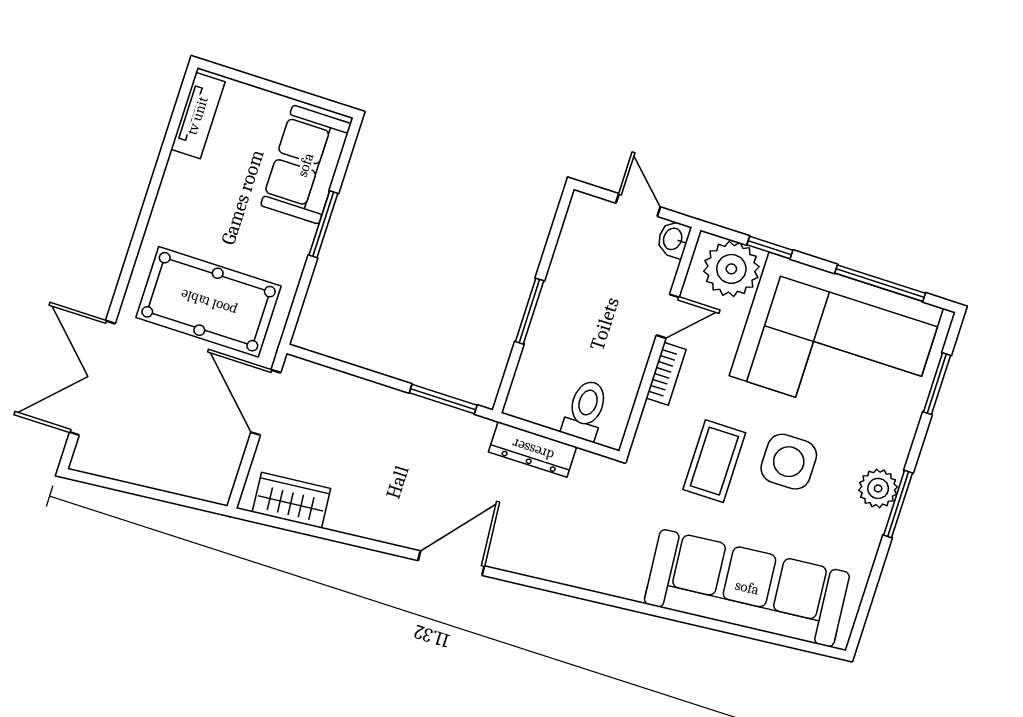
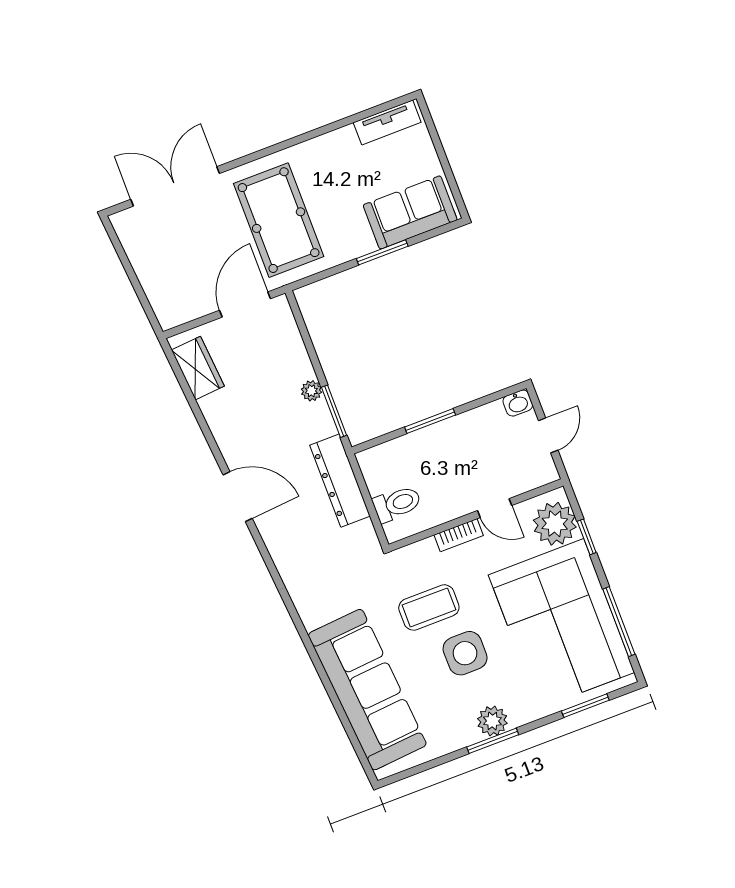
washbasin: (673, 239) -> (518, 403), moved, turned 180
plant: (405, 405) -> (311, 391), added
dresser: (533, 449) -> (340, 481), width x1.37, depth x1.24

